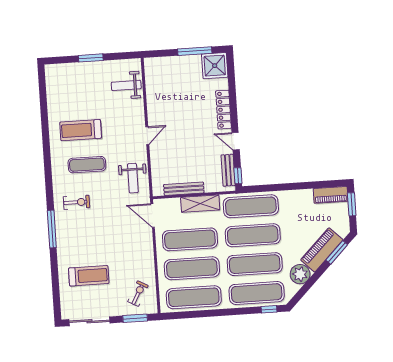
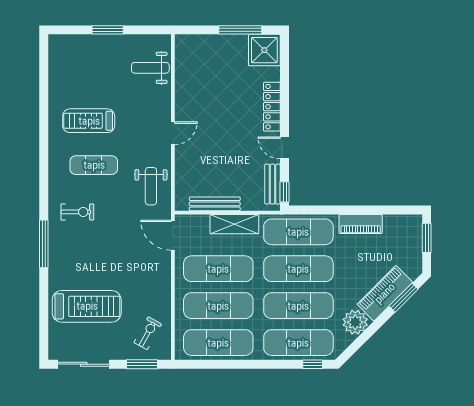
piano: (331, 195) -> (361, 224), moved
treadmill: (89, 276) -> (87, 306), width x1.37, depth x1.38

